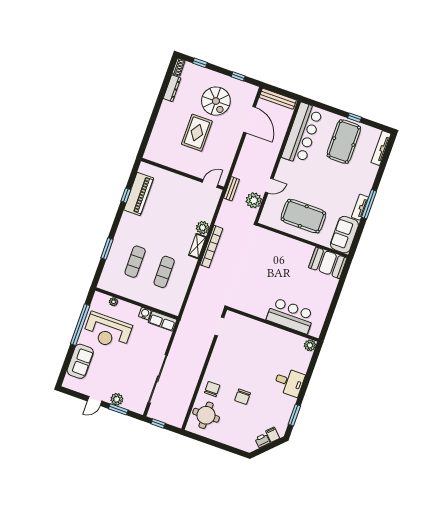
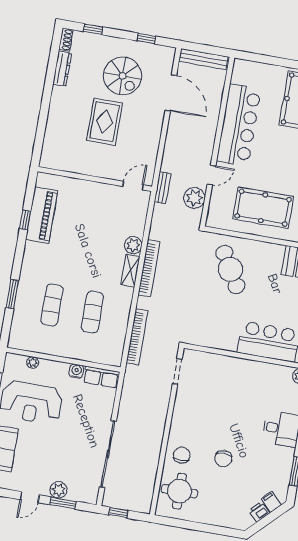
bar counter: (302, 133) -> (239, 125), moved
cafe table: (271, 258) -> (230, 269), added
bookcase: (194, 296) -> (137, 337), added

